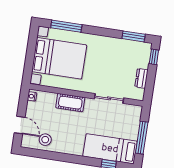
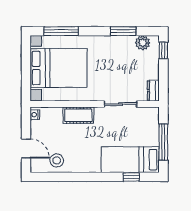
window: (134, 36) -> (123, 31), moved
plant: (137, 47) -> (143, 43), added
dresser: (141, 78) -> (153, 91), moved

